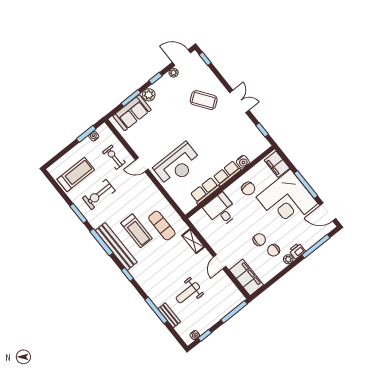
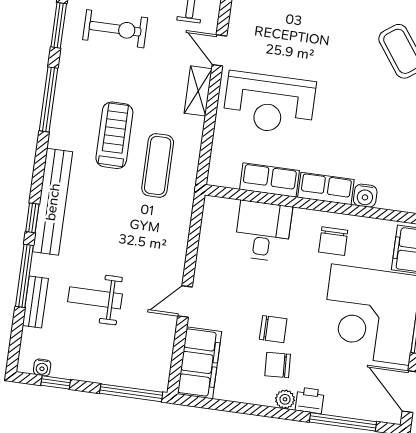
exercise bike: (99, 194) -> (115, 29), turned 180
treadmill: (136, 231) -> (114, 135), turned 180
shelving: (193, 241) -> (198, 91), moved
bench: (116, 246) -> (53, 202), moved
window: (127, 274) -> (32, 218), moved

